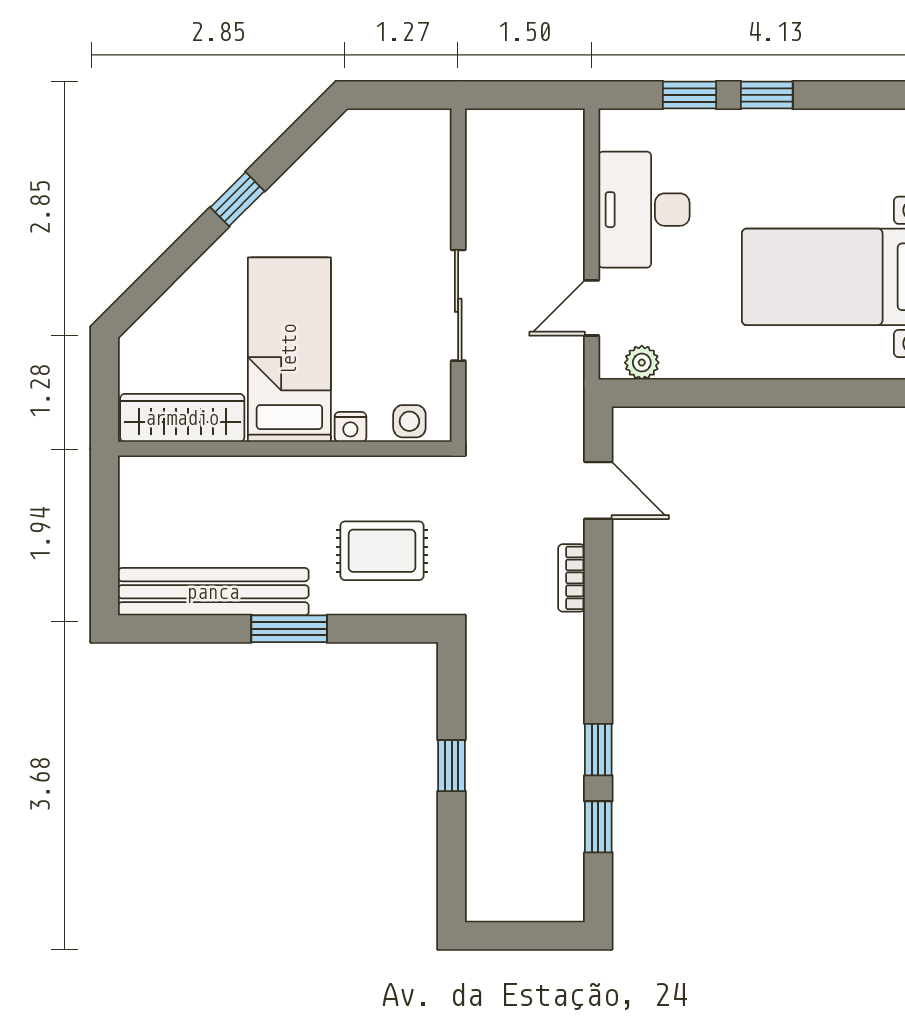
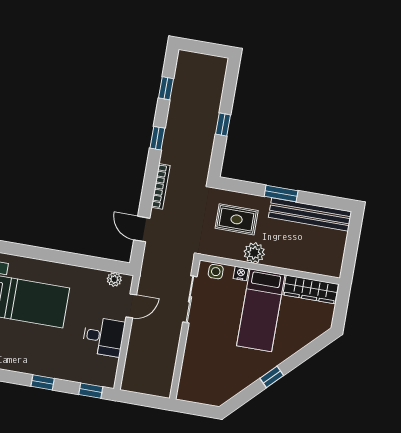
window: (690, 95) -> (91, 391), moved
desk: (644, 210) -> (103, 337), width x0.73
sliding door: (458, 305) -> (190, 299), moved
plant: (328, 480) -> (254, 253), added
bookcase: (571, 578) -> (161, 186), width x1.56
window: (598, 750) -> (157, 138), moved

